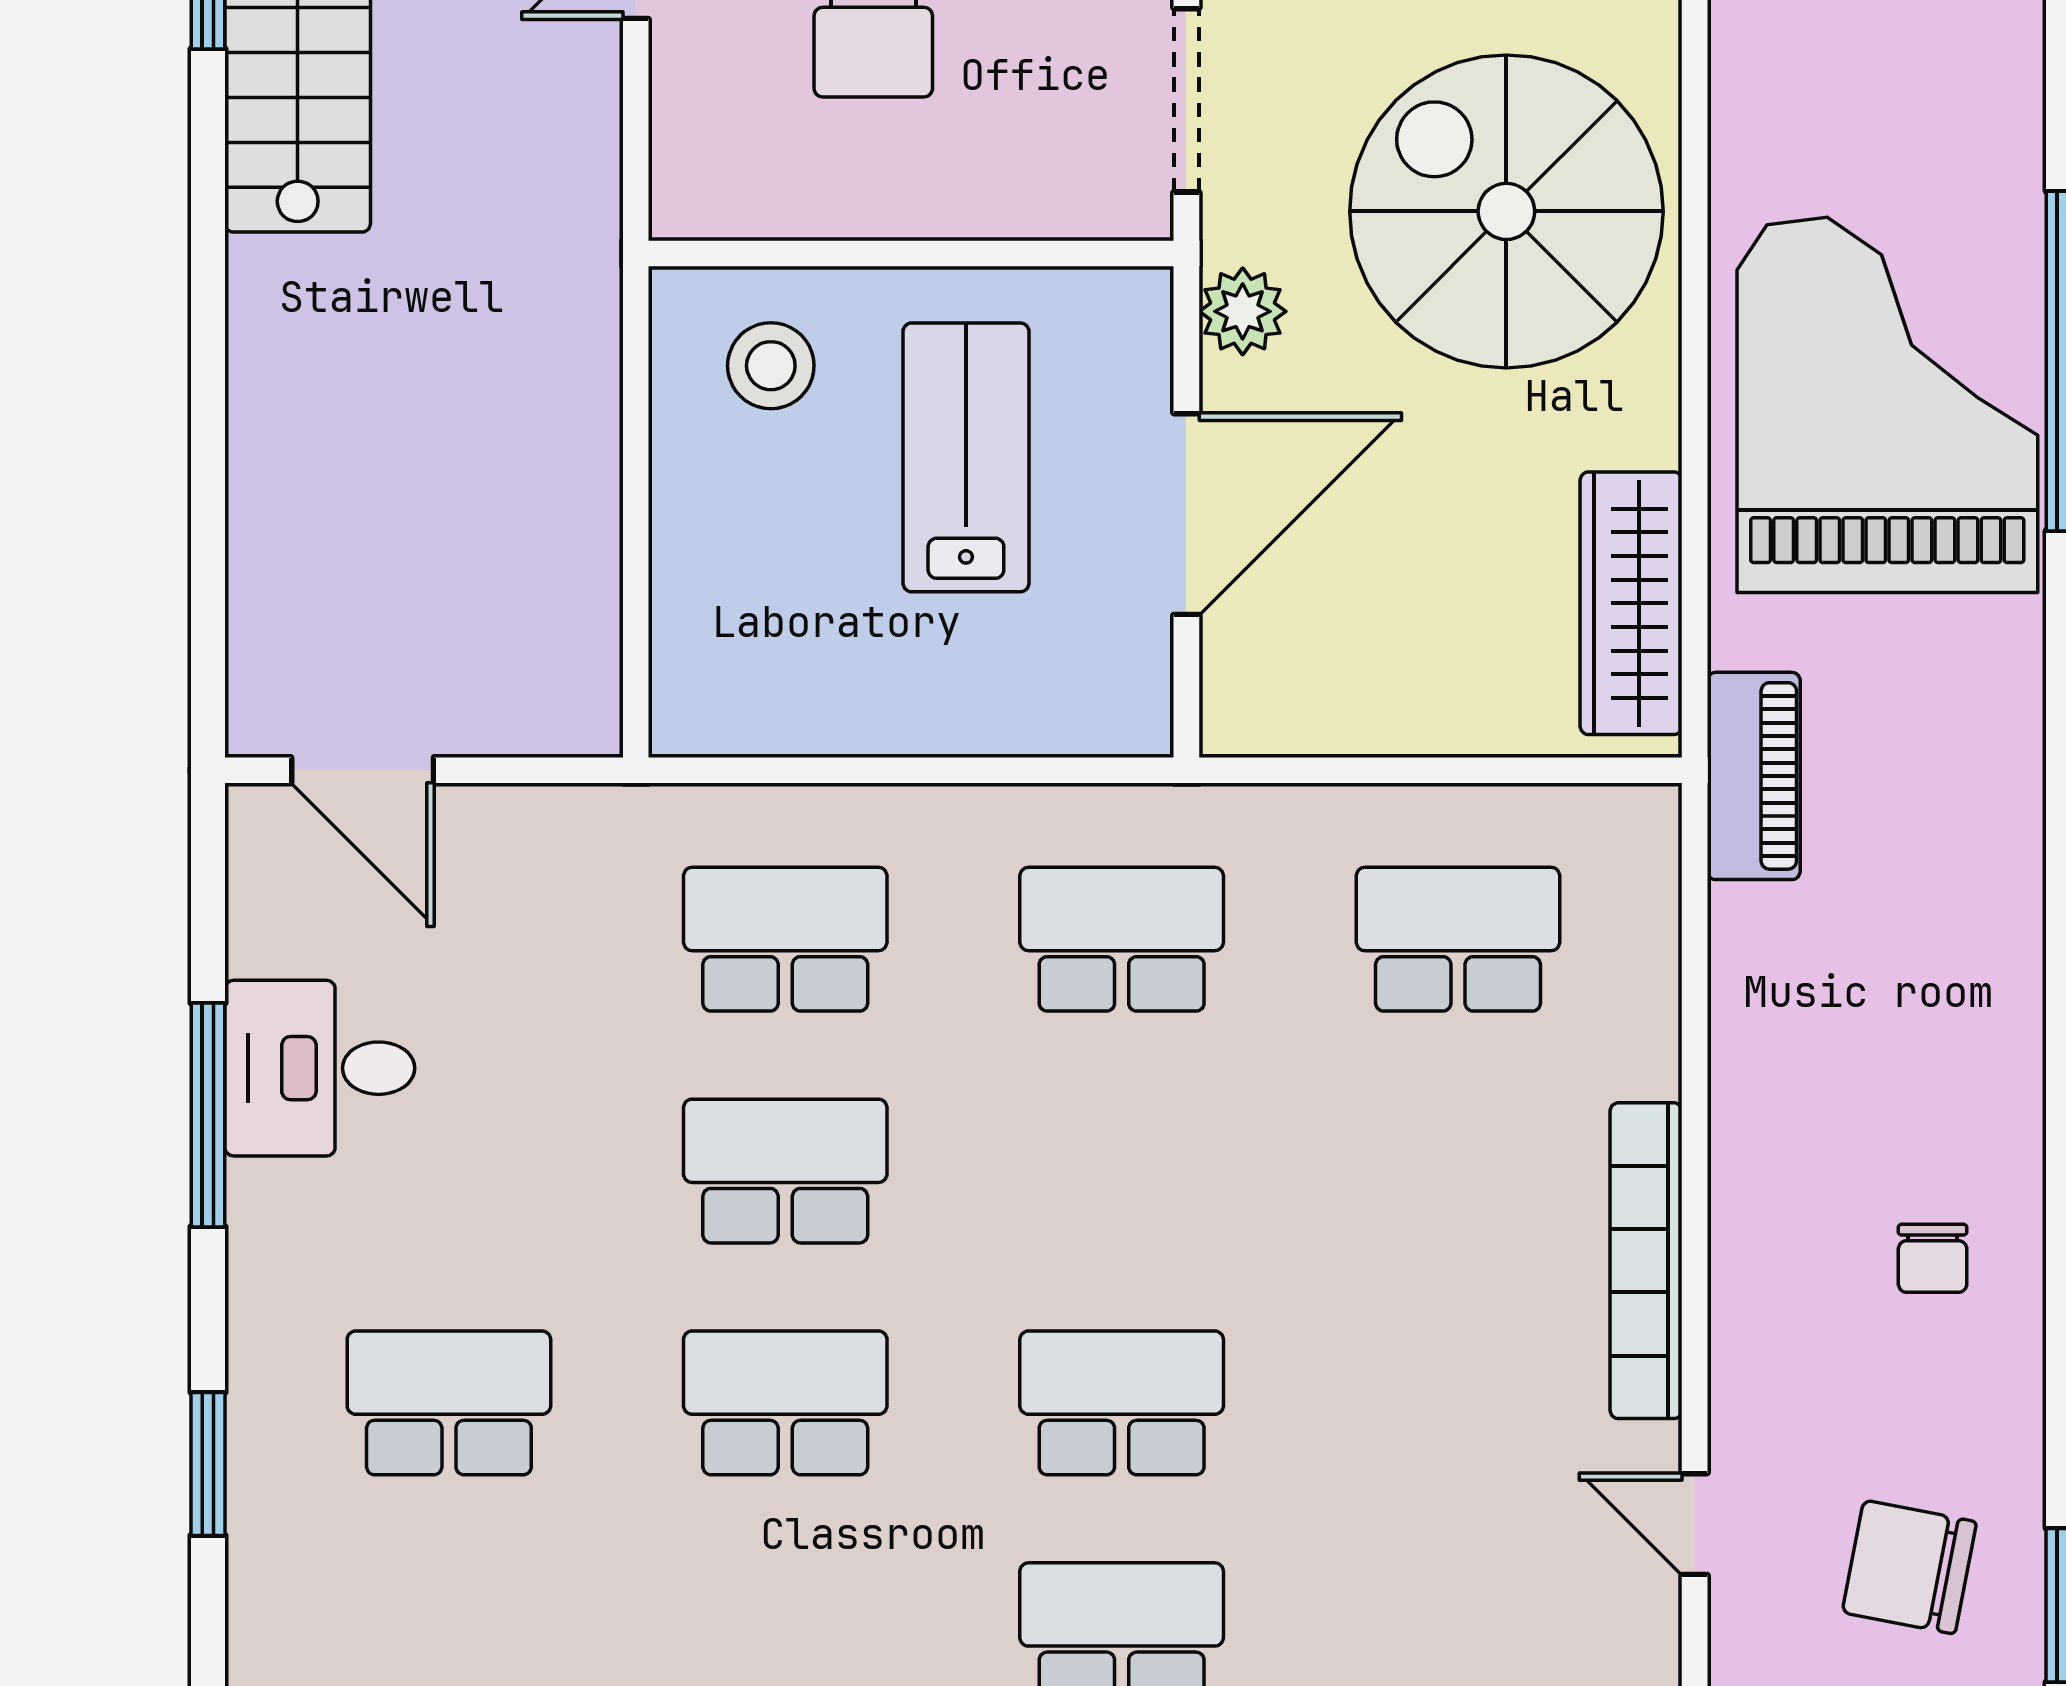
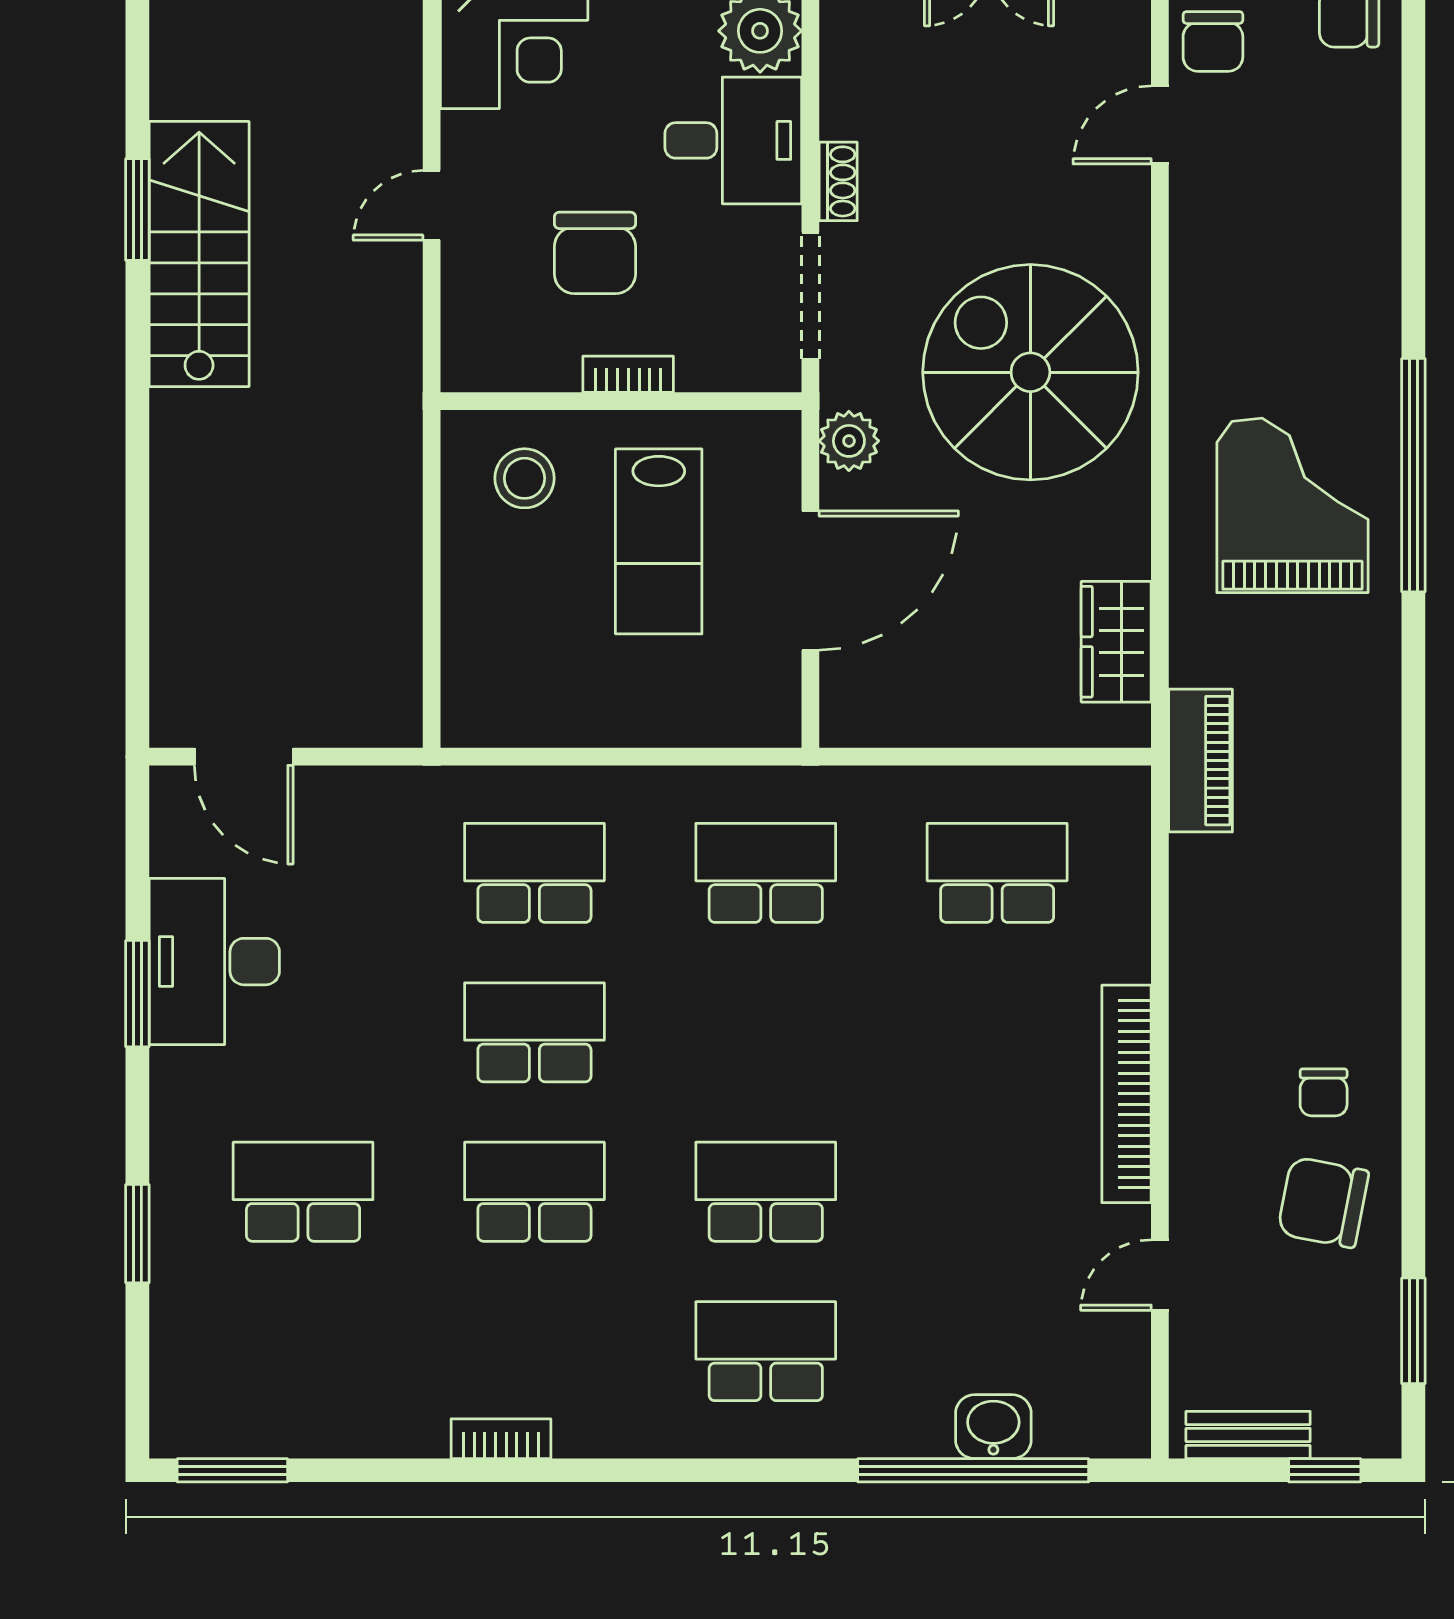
bookcase: (922, 214) -> (628, 374), added
grand piano: (1887, 405) -> (1292, 505), width x0.73, depth x0.68
lab bench: (966, 457) -> (659, 541), turned 180
wardrobe: (1631, 603) -> (1116, 642), width x0.67
desk: (320, 1068) -> (214, 962), width x1.37
window: (208, 1115) -> (137, 994), width x0.69
door: (1695, 1524) -> (1160, 1275), hinge flipped
chair: (1909, 1567) -> (1323, 1202), moved

